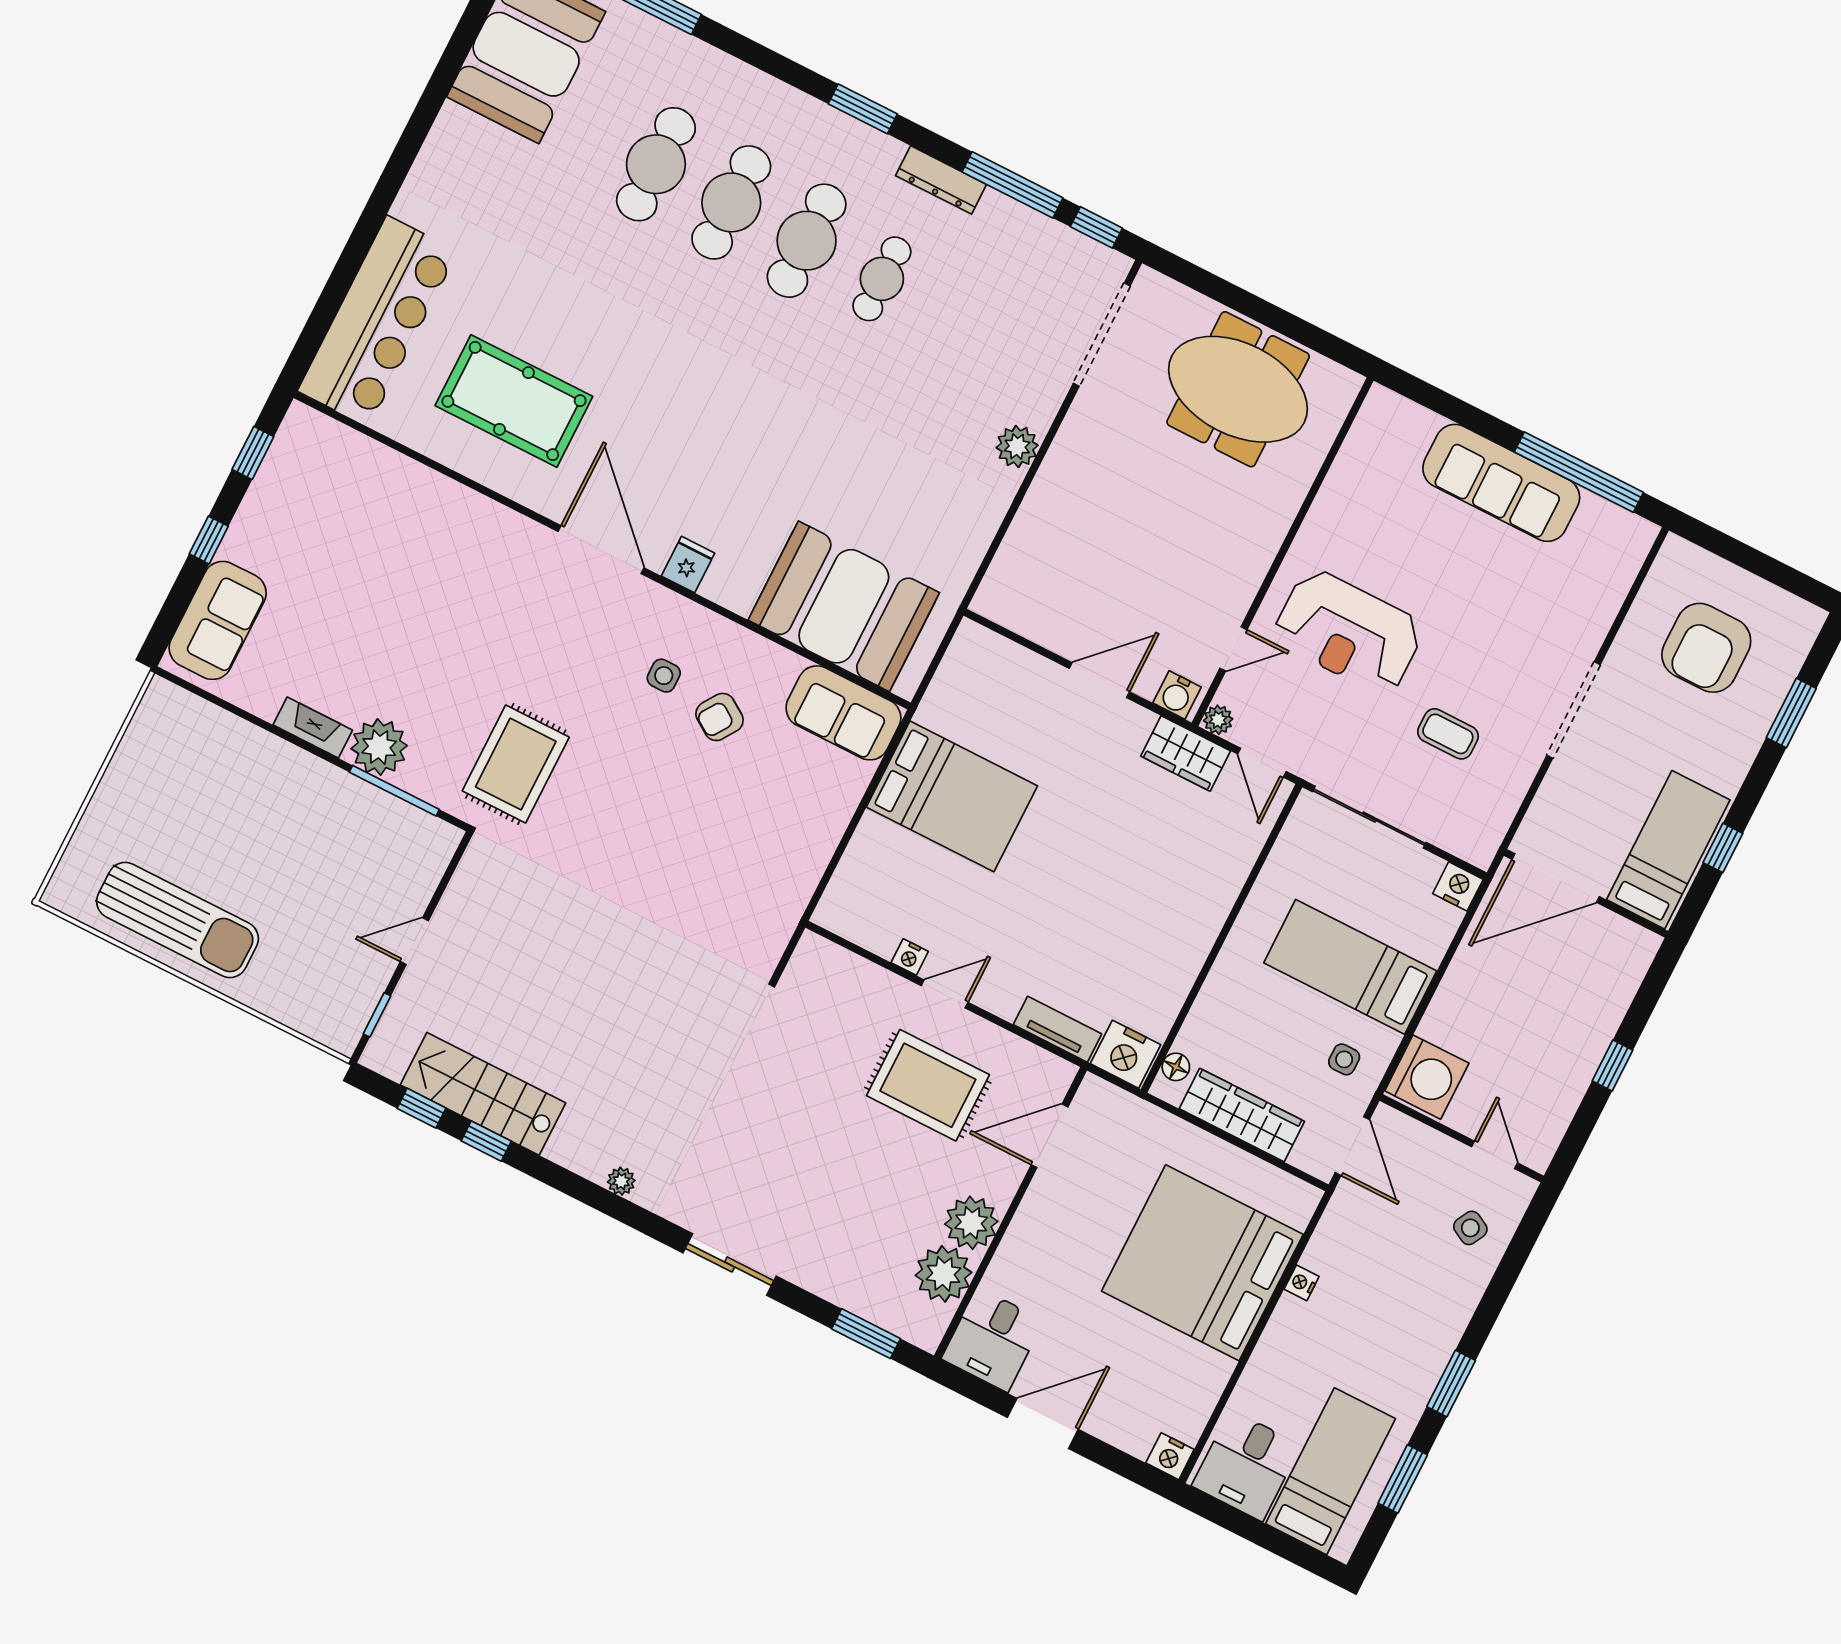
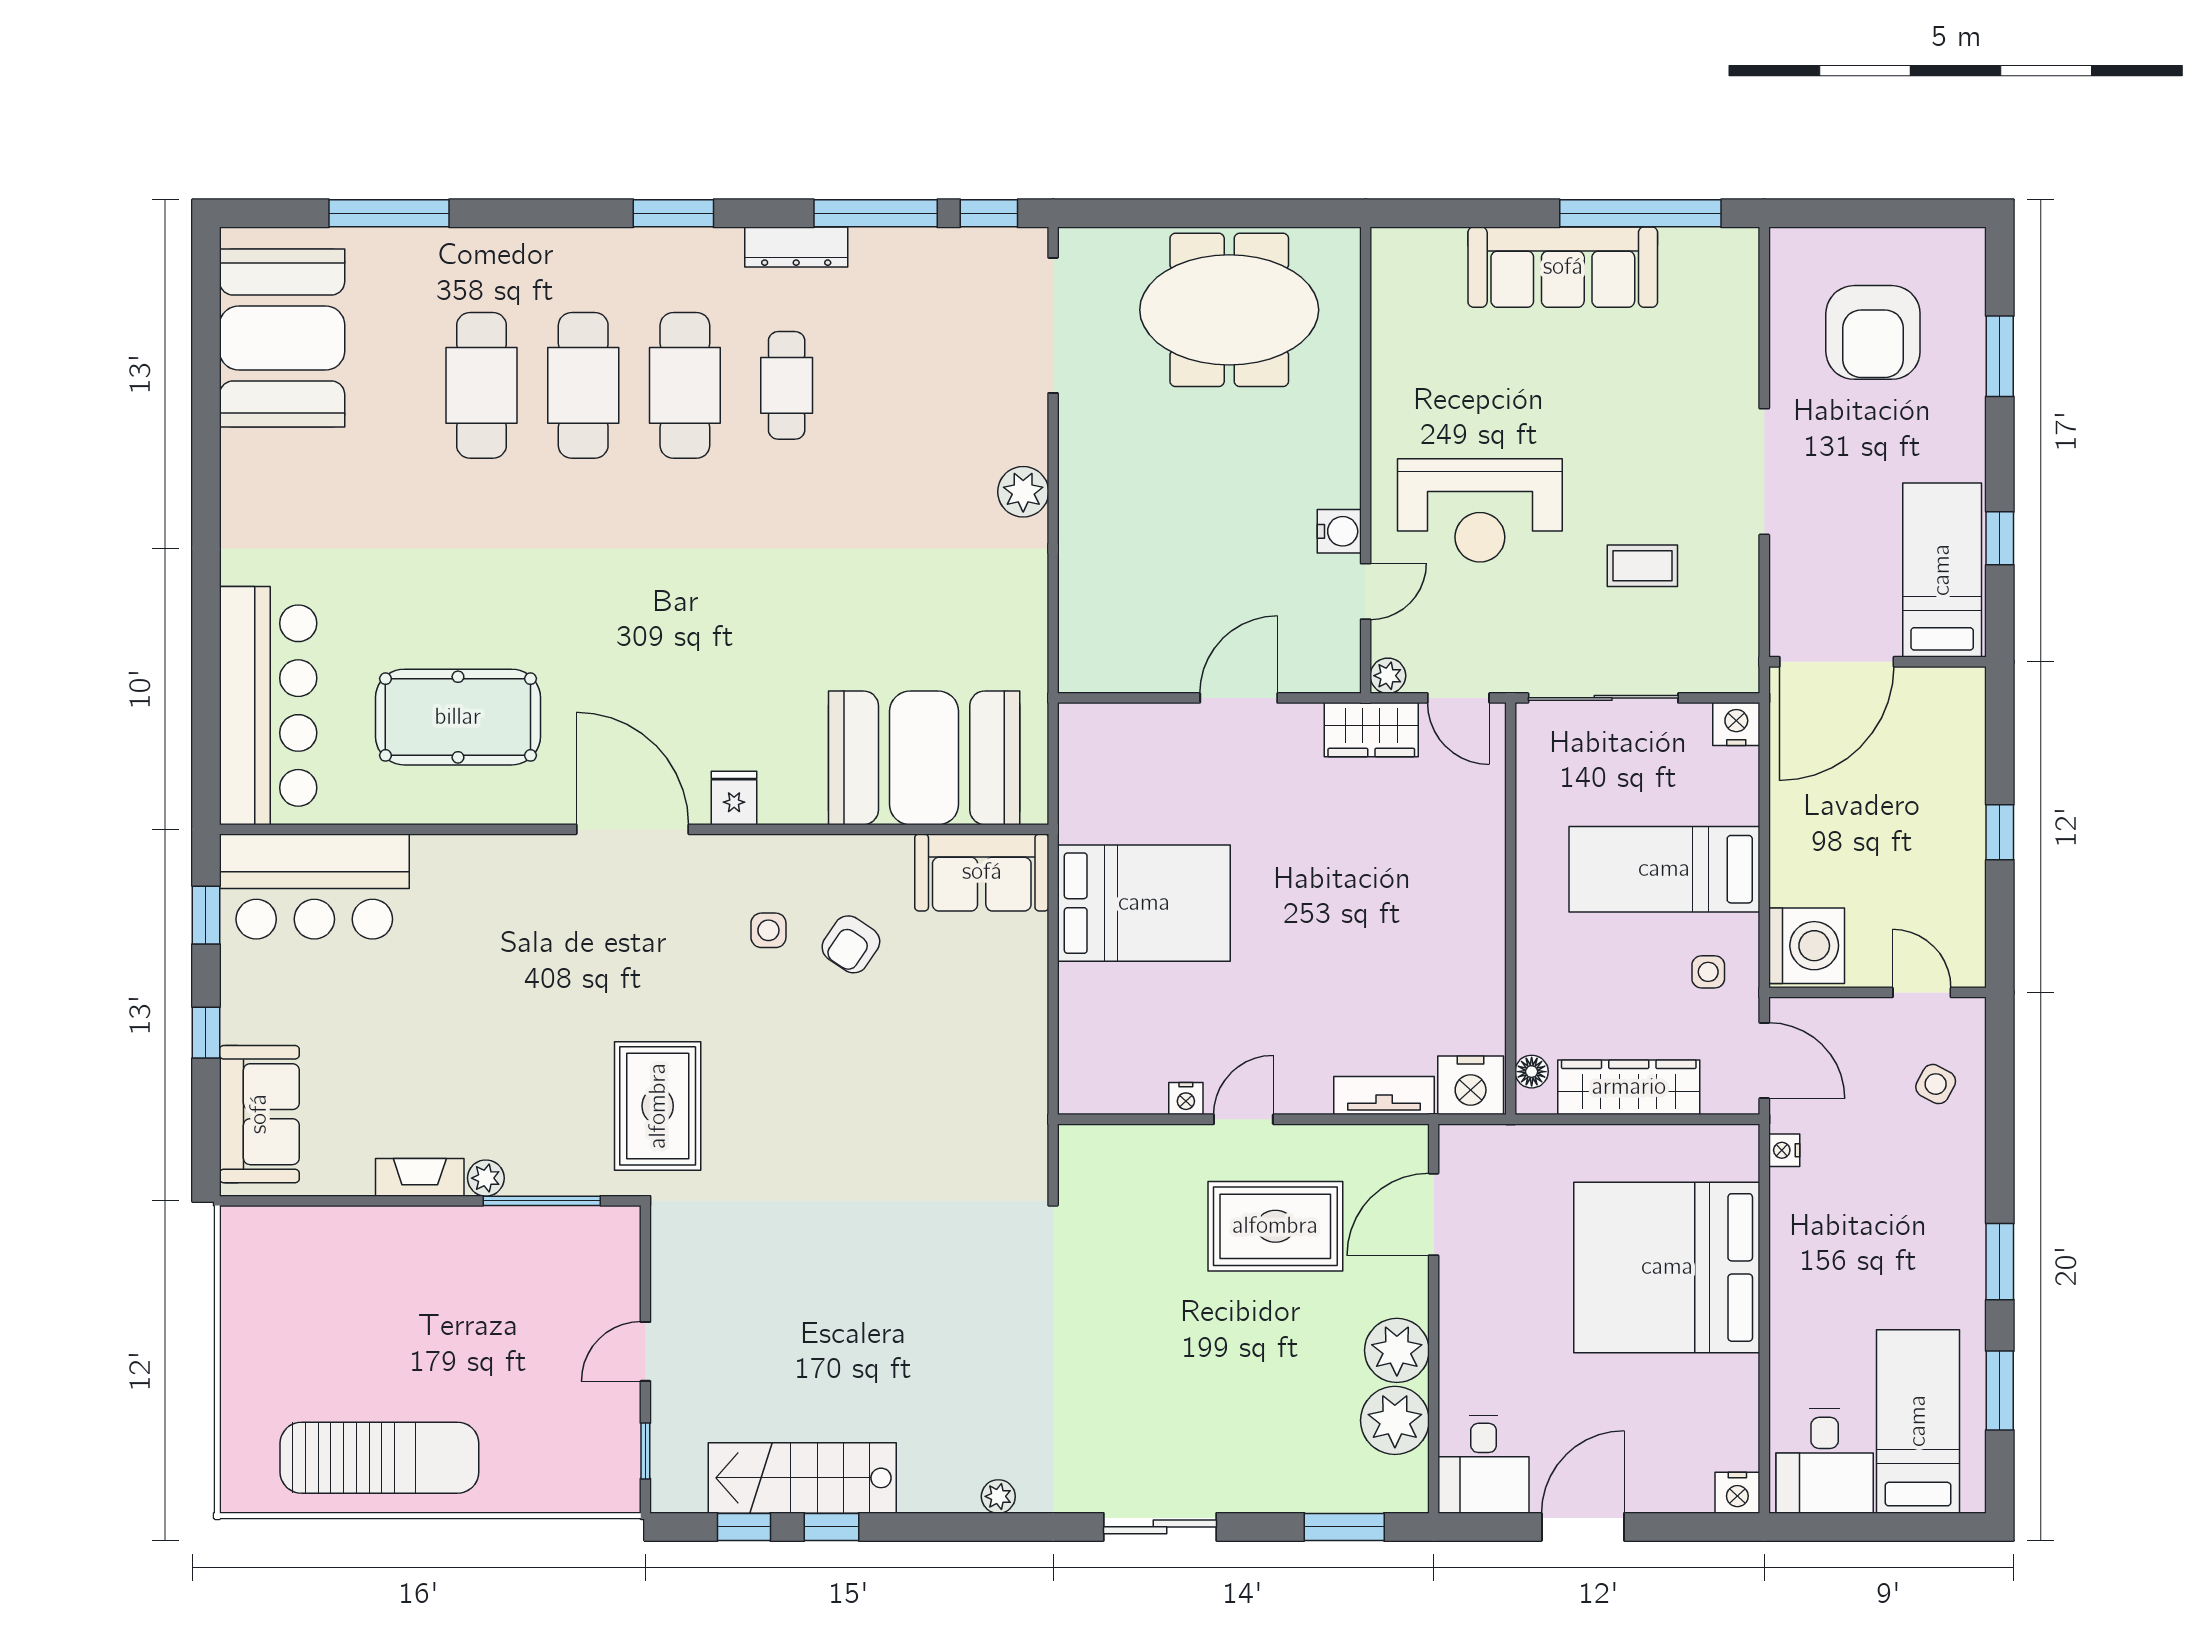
bar counter: (344, 473) -> (314, 887), added
water cooler: (1177, 695) -> (1339, 531), moved, turned -90
plant: (379, 747) -> (486, 1178), width x0.53, depth x0.53
nightstand: (1302, 1283) -> (1784, 1150), moved

